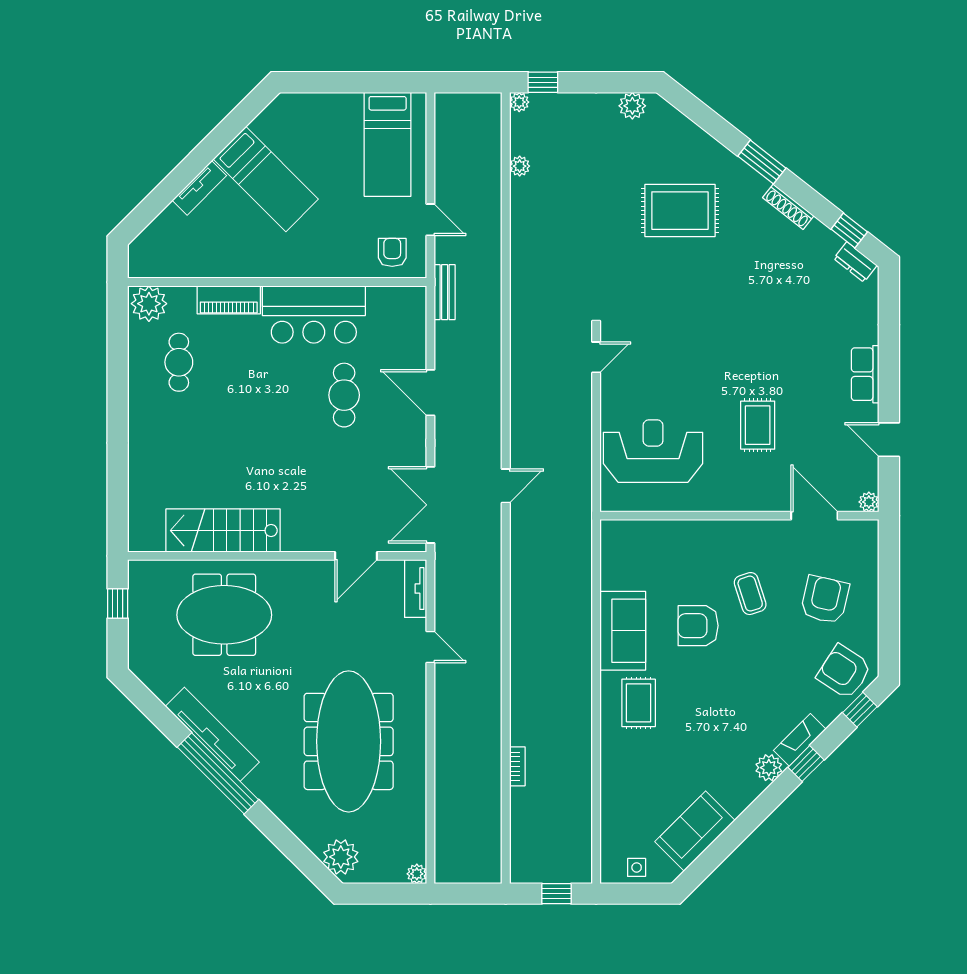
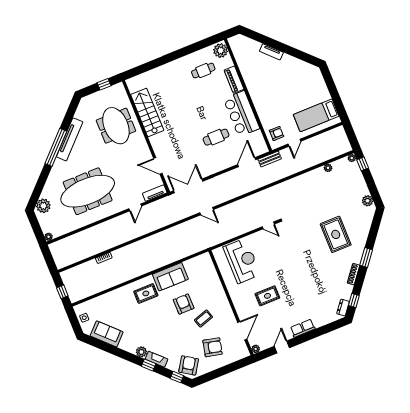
bed: (266, 179) -> (285, 75), removed
door: (430, 393) -> (247, 162), moved

